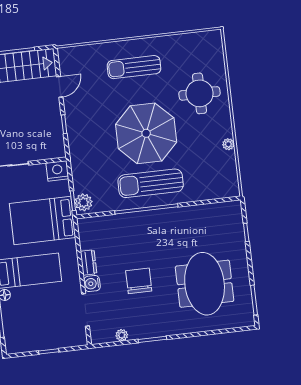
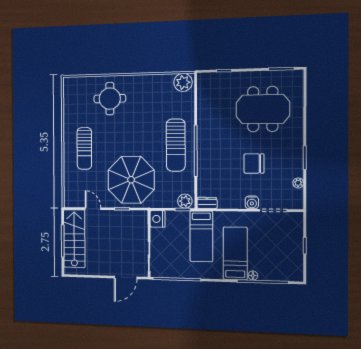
parasol: (146, 133) -> (131, 180), moved
plant: (228, 144) -> (183, 82), moved, width x1.87, depth x1.87
bed: (42, 221) -> (201, 236), width x0.67
dresser: (89, 262) -> (207, 203), moved

